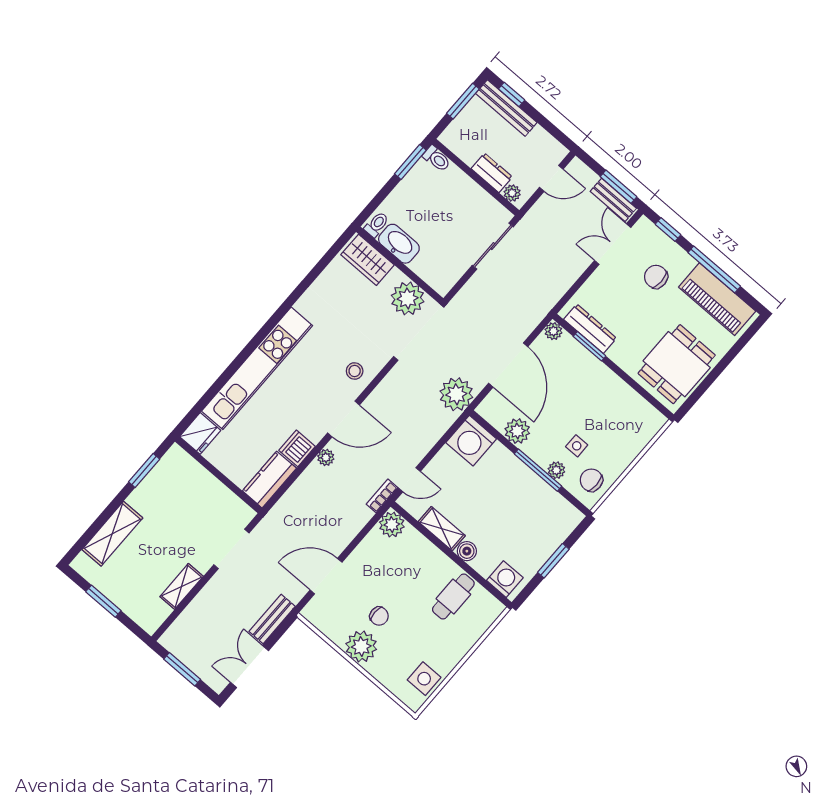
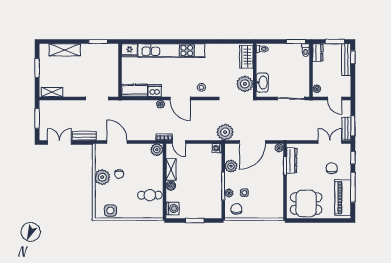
dresser: (492, 173) -> (318, 53), moved
washbasin: (399, 244) -> (262, 83), moved
washing machine: (471, 441) -> (217, 148), width x0.53, depth x0.53
shelving: (182, 586) -> (52, 92), moved

